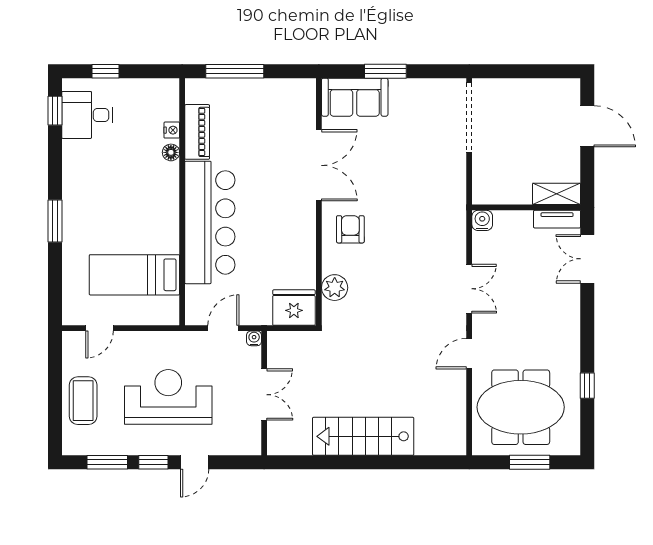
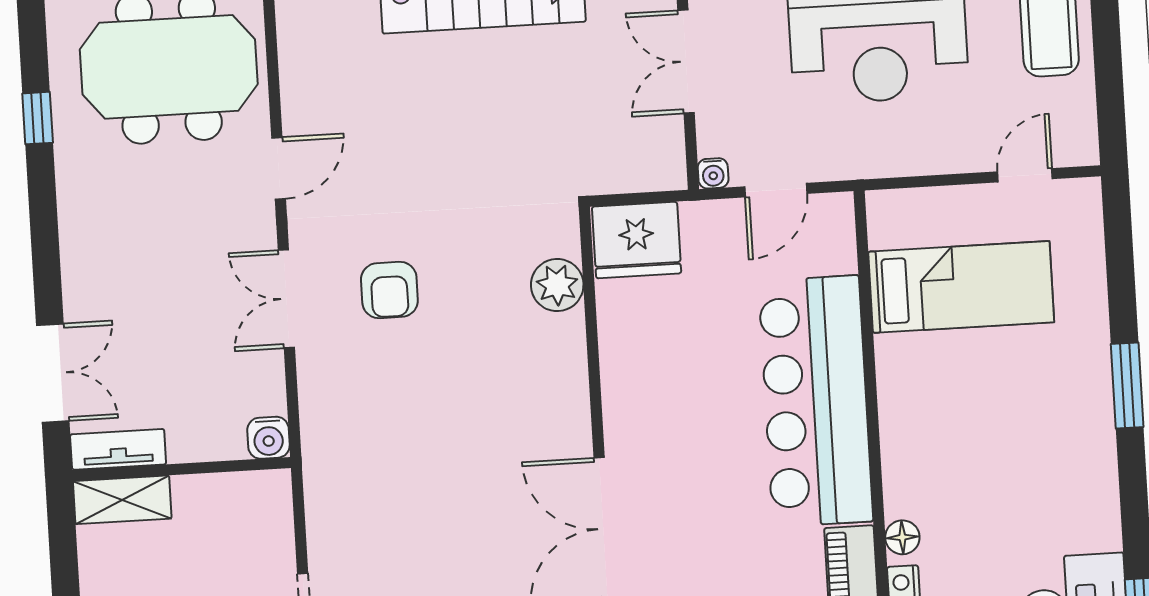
armchair: (350, 229) -> (389, 290), moved

